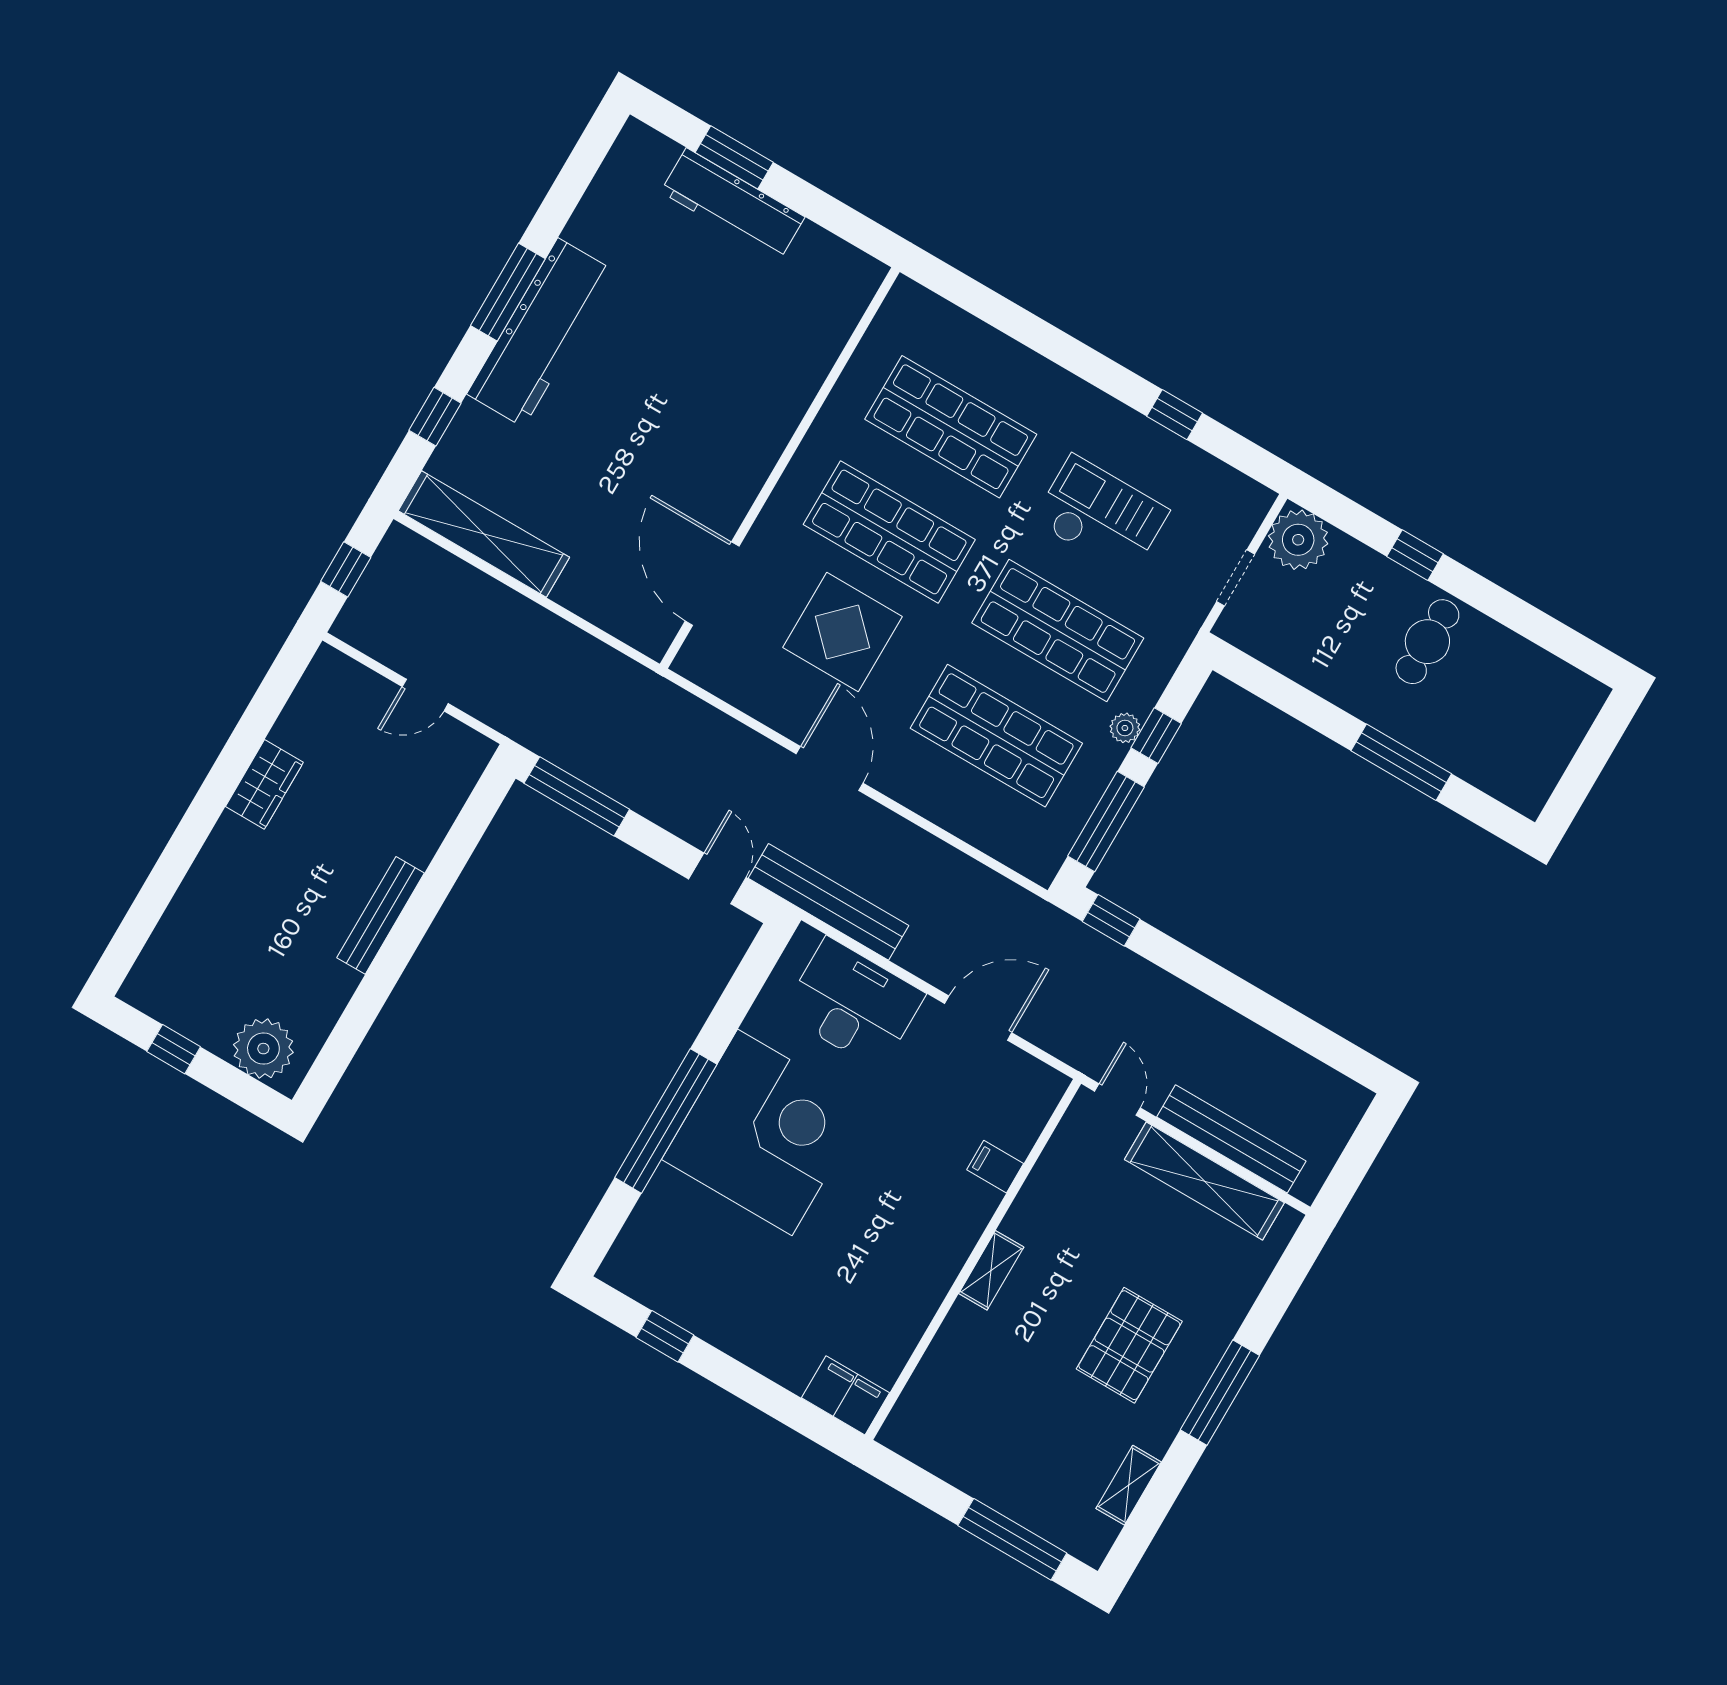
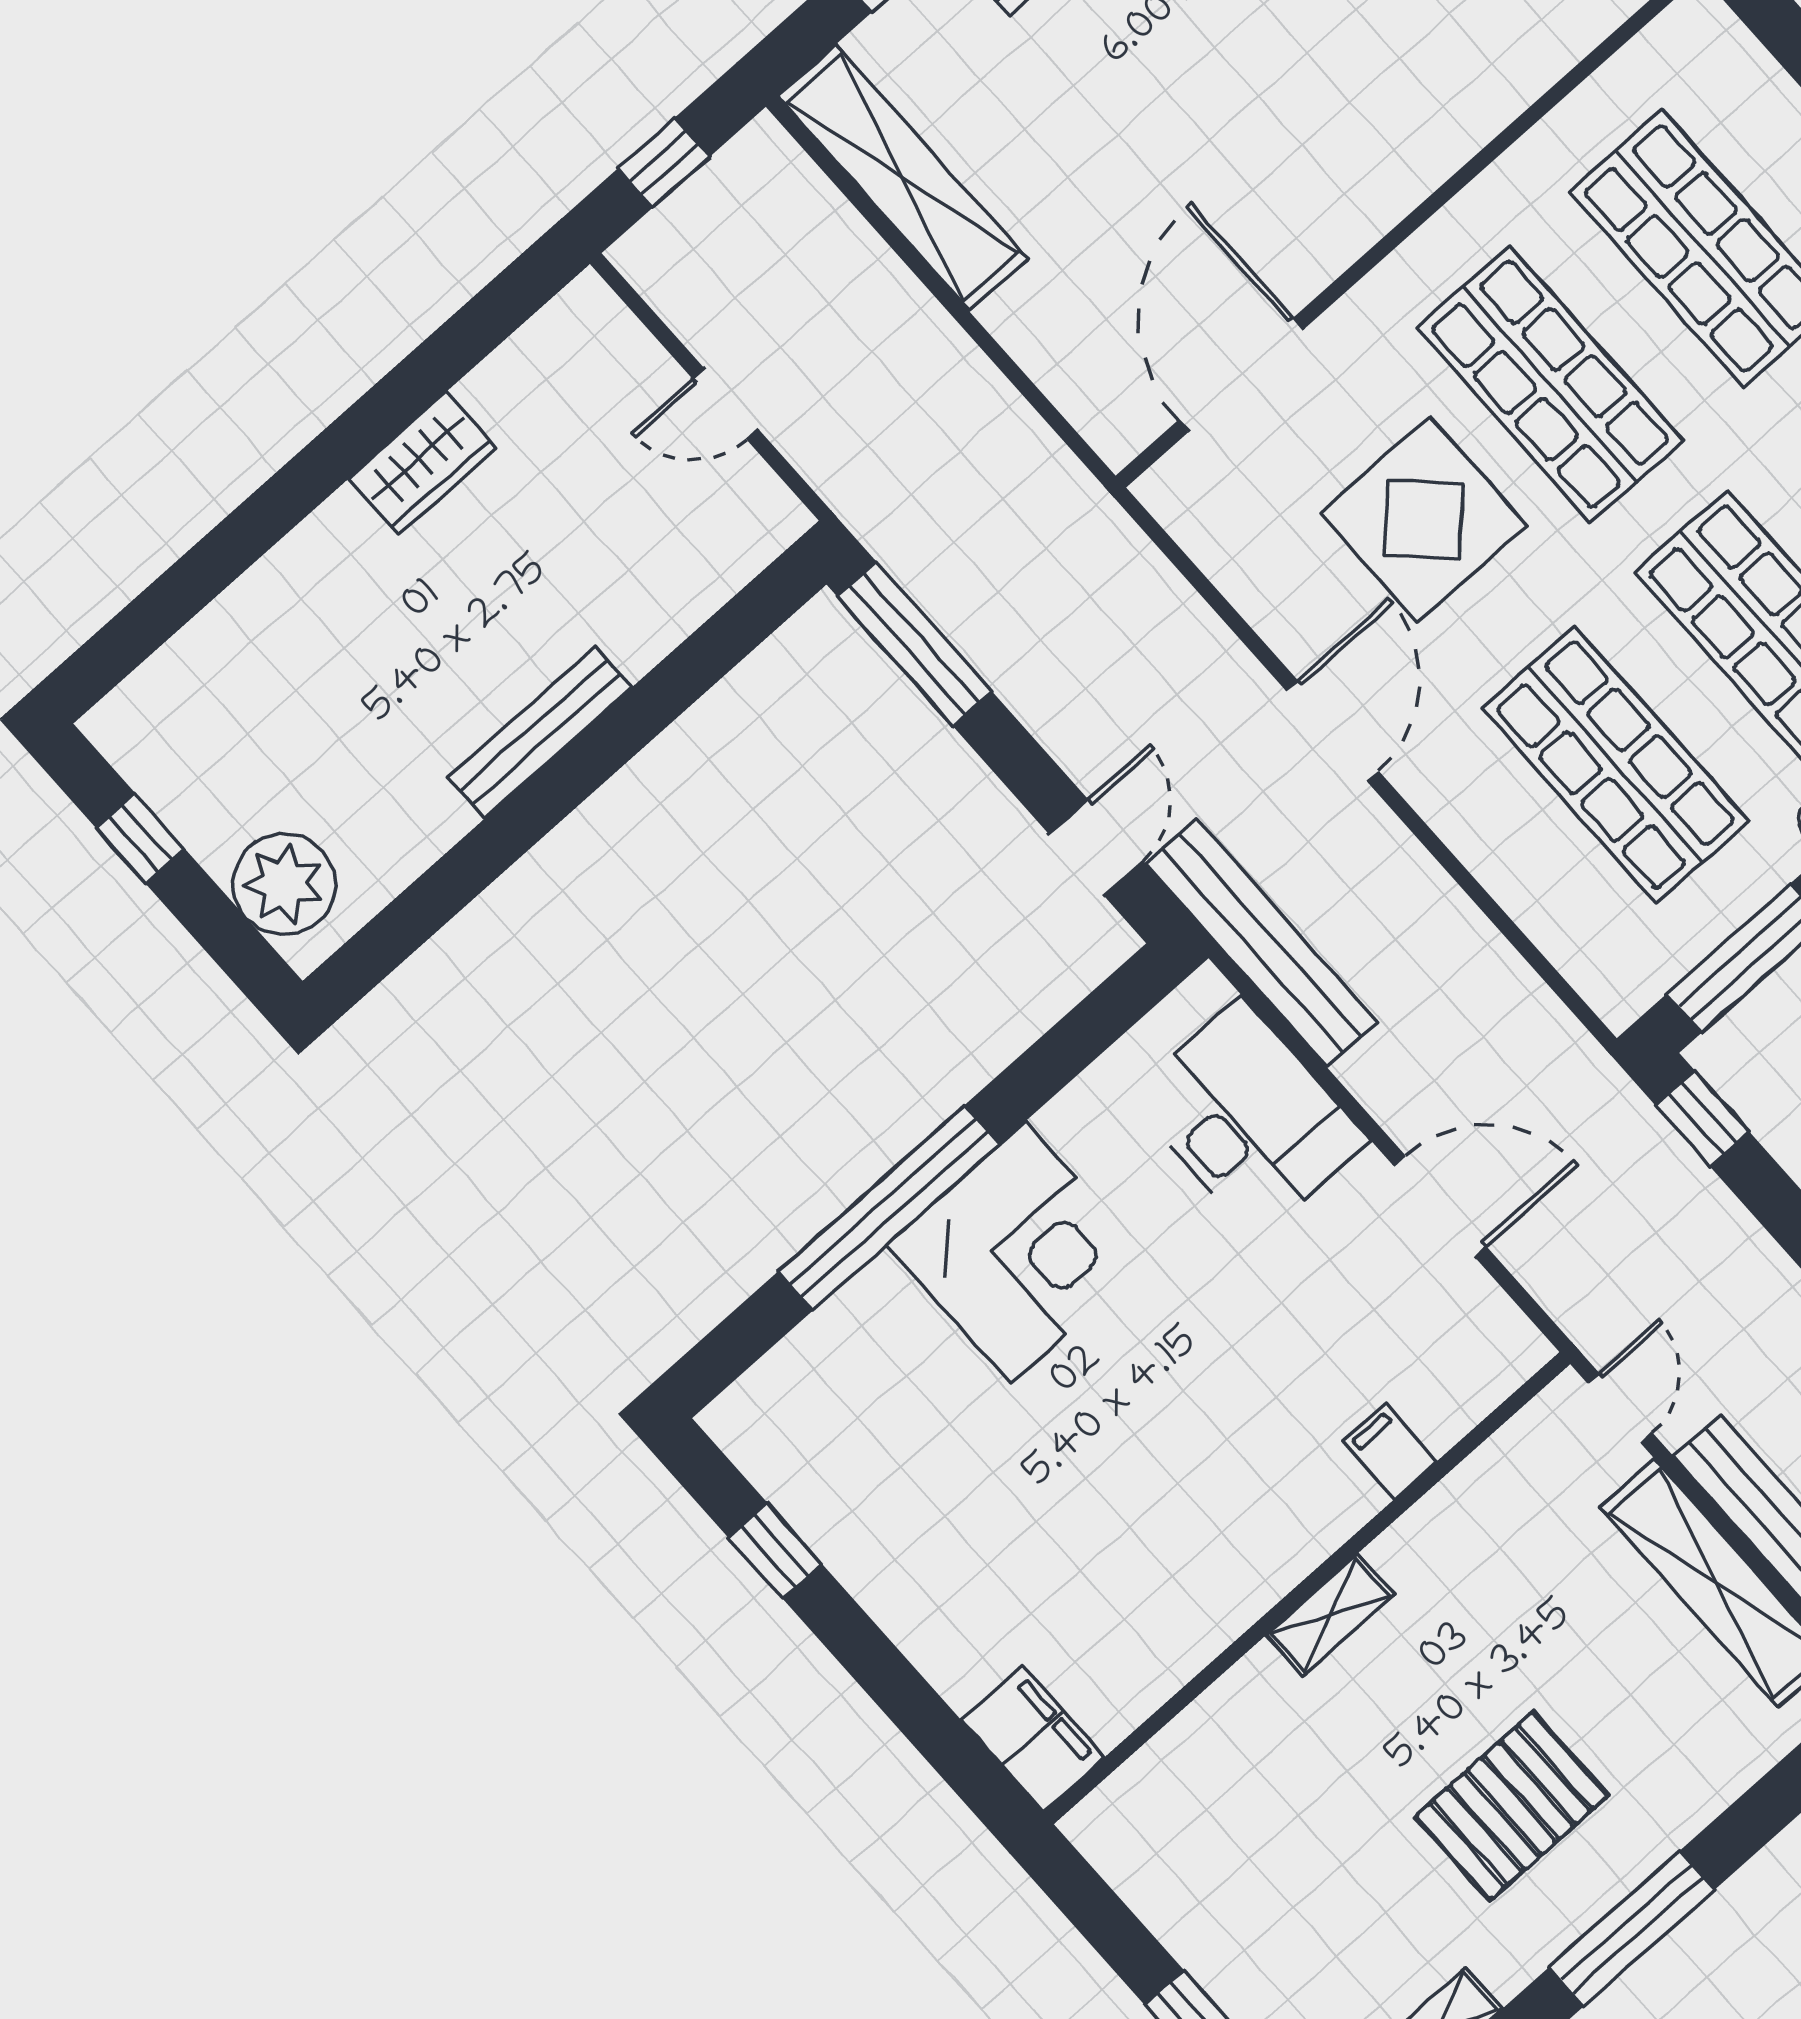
corner desk: (765, 1132) -> (1018, 1253), width x0.74, depth x0.74

